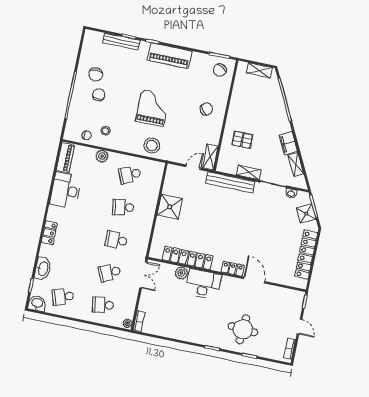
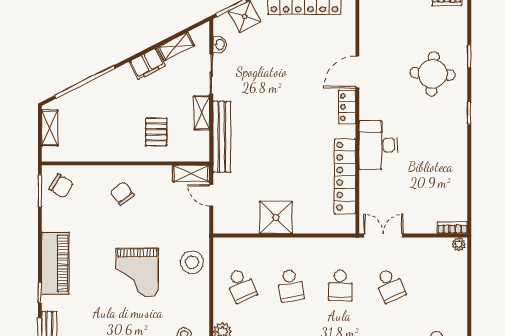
grand piano: (153, 108) -> (137, 272), turned -90
plant: (181, 273) -> (369, 181), removed
school desk: (103, 305) -> (439, 285), removed

